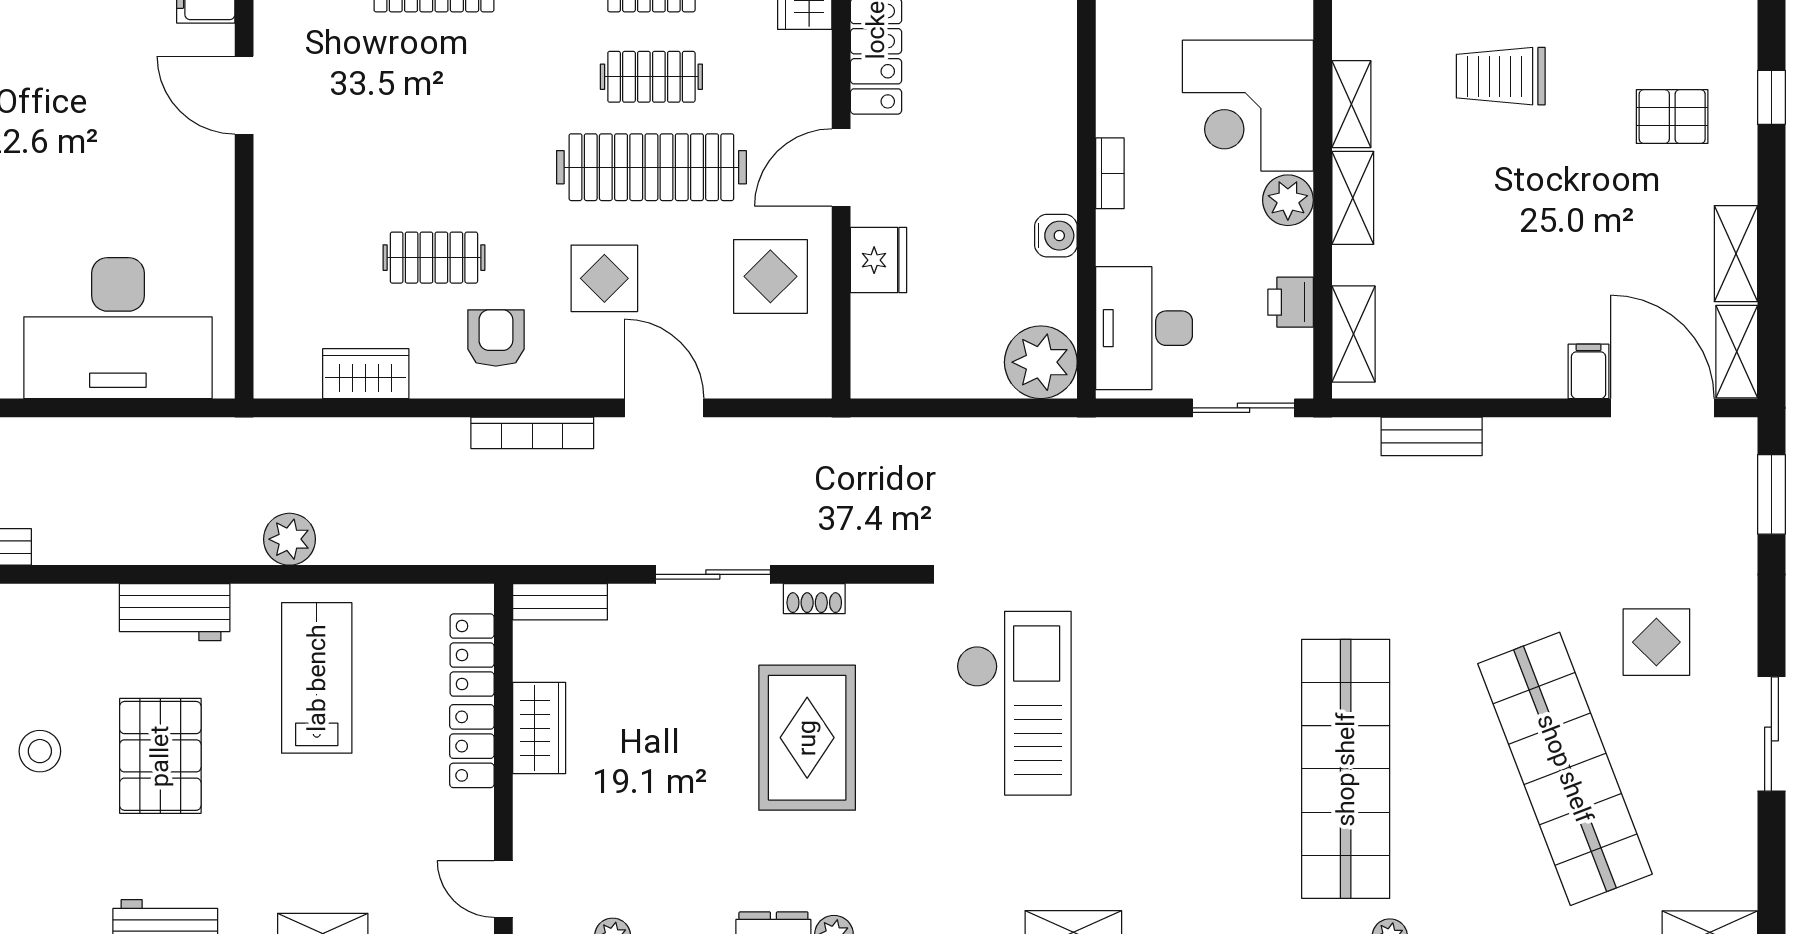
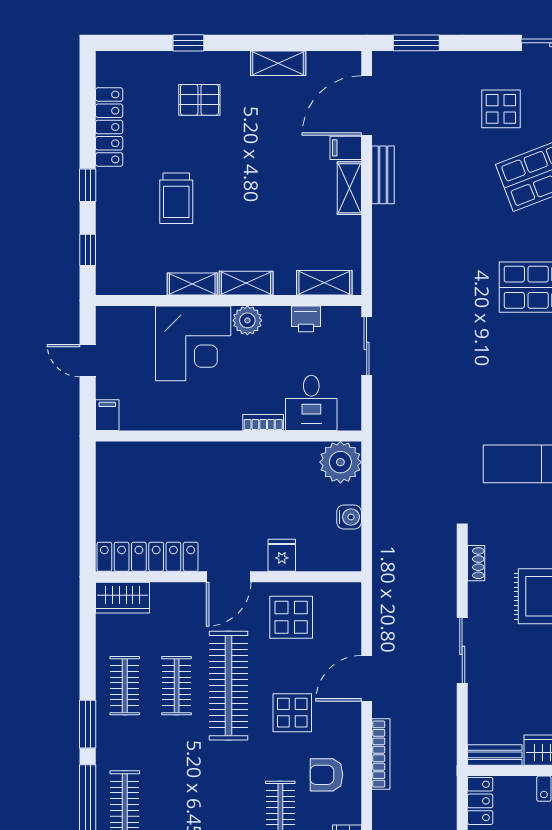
pallet: (1672, 117) -> (199, 100), turned 90
door: (841, 167) -> (229, 577), hinge flipped
bookcase: (1110, 173) -> (263, 423), moved
water cooler: (1056, 236) -> (349, 517), moved, turned 90
fridge: (879, 260) -> (282, 555), width x0.72
desk: (1144, 328) -> (311, 403), width x0.73
shelving: (1737, 352) -> (349, 188), moved, turned 90
bench: (1432, 436) -> (383, 175), moved
shoe rack: (814, 599) -> (476, 563), moved
bench: (560, 602) -> (495, 755), moved, turned 90
locker: (472, 655) -> (480, 801), moved, turned -90

